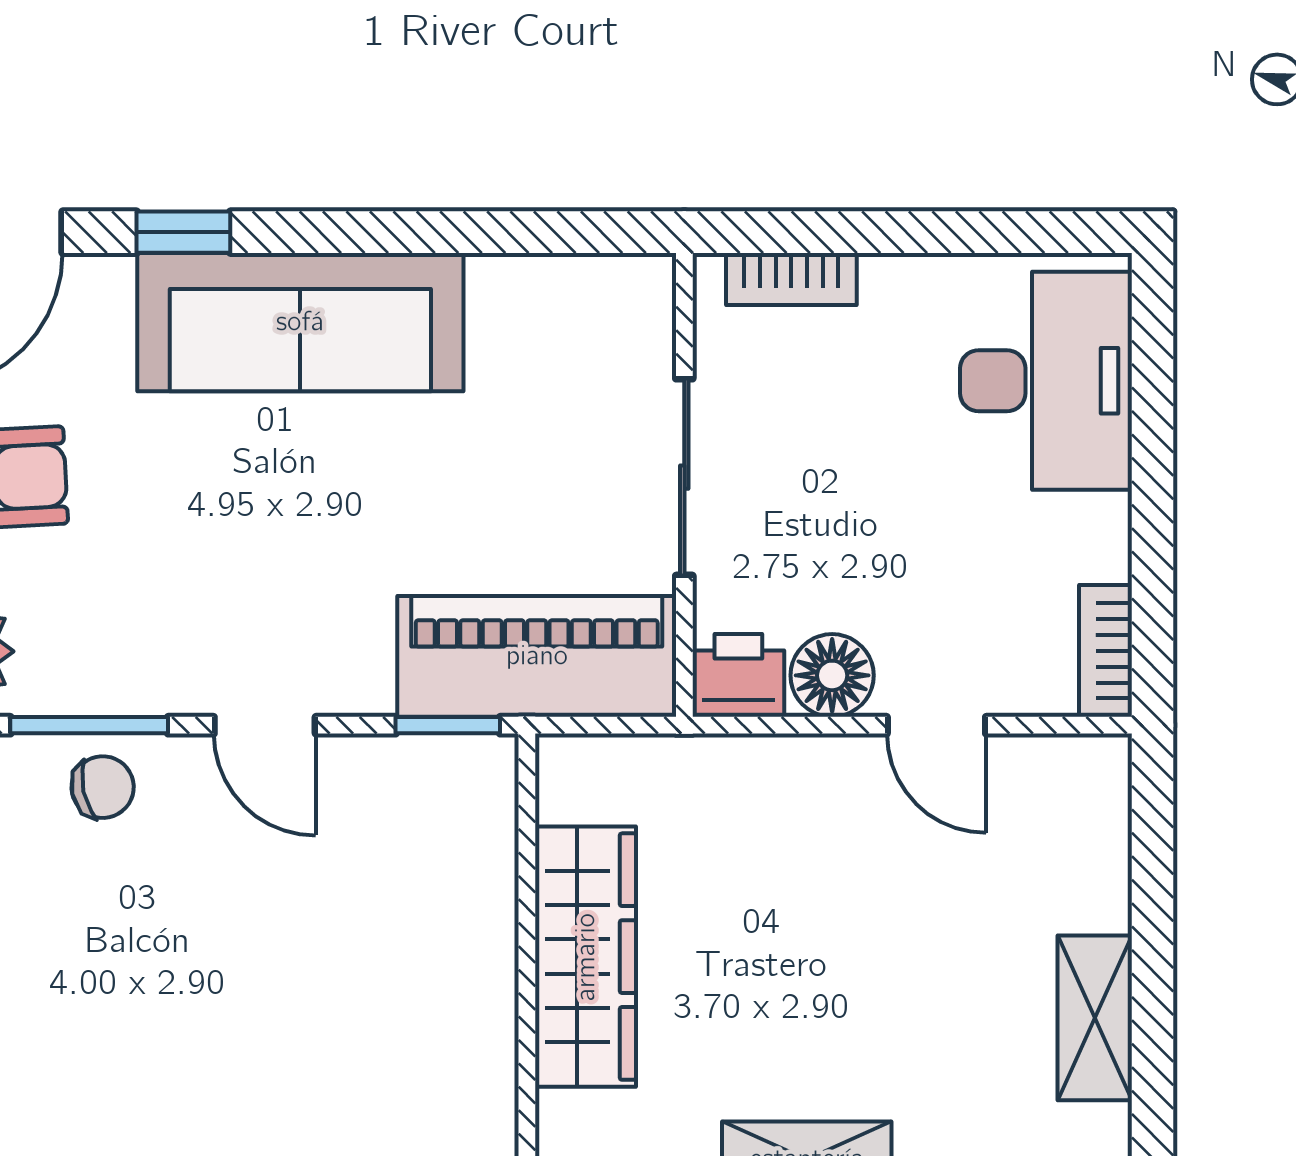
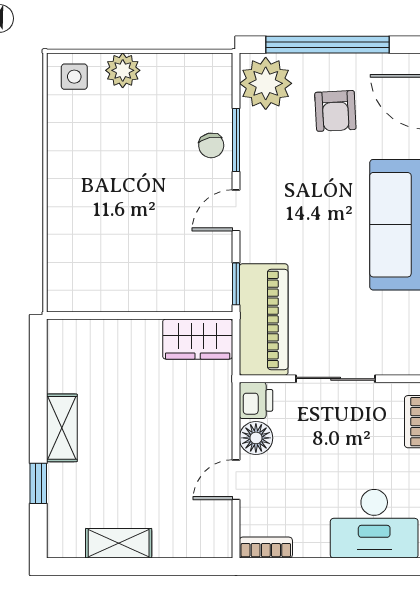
wardrobe: (586, 957) -> (198, 339), moved, width x0.67

